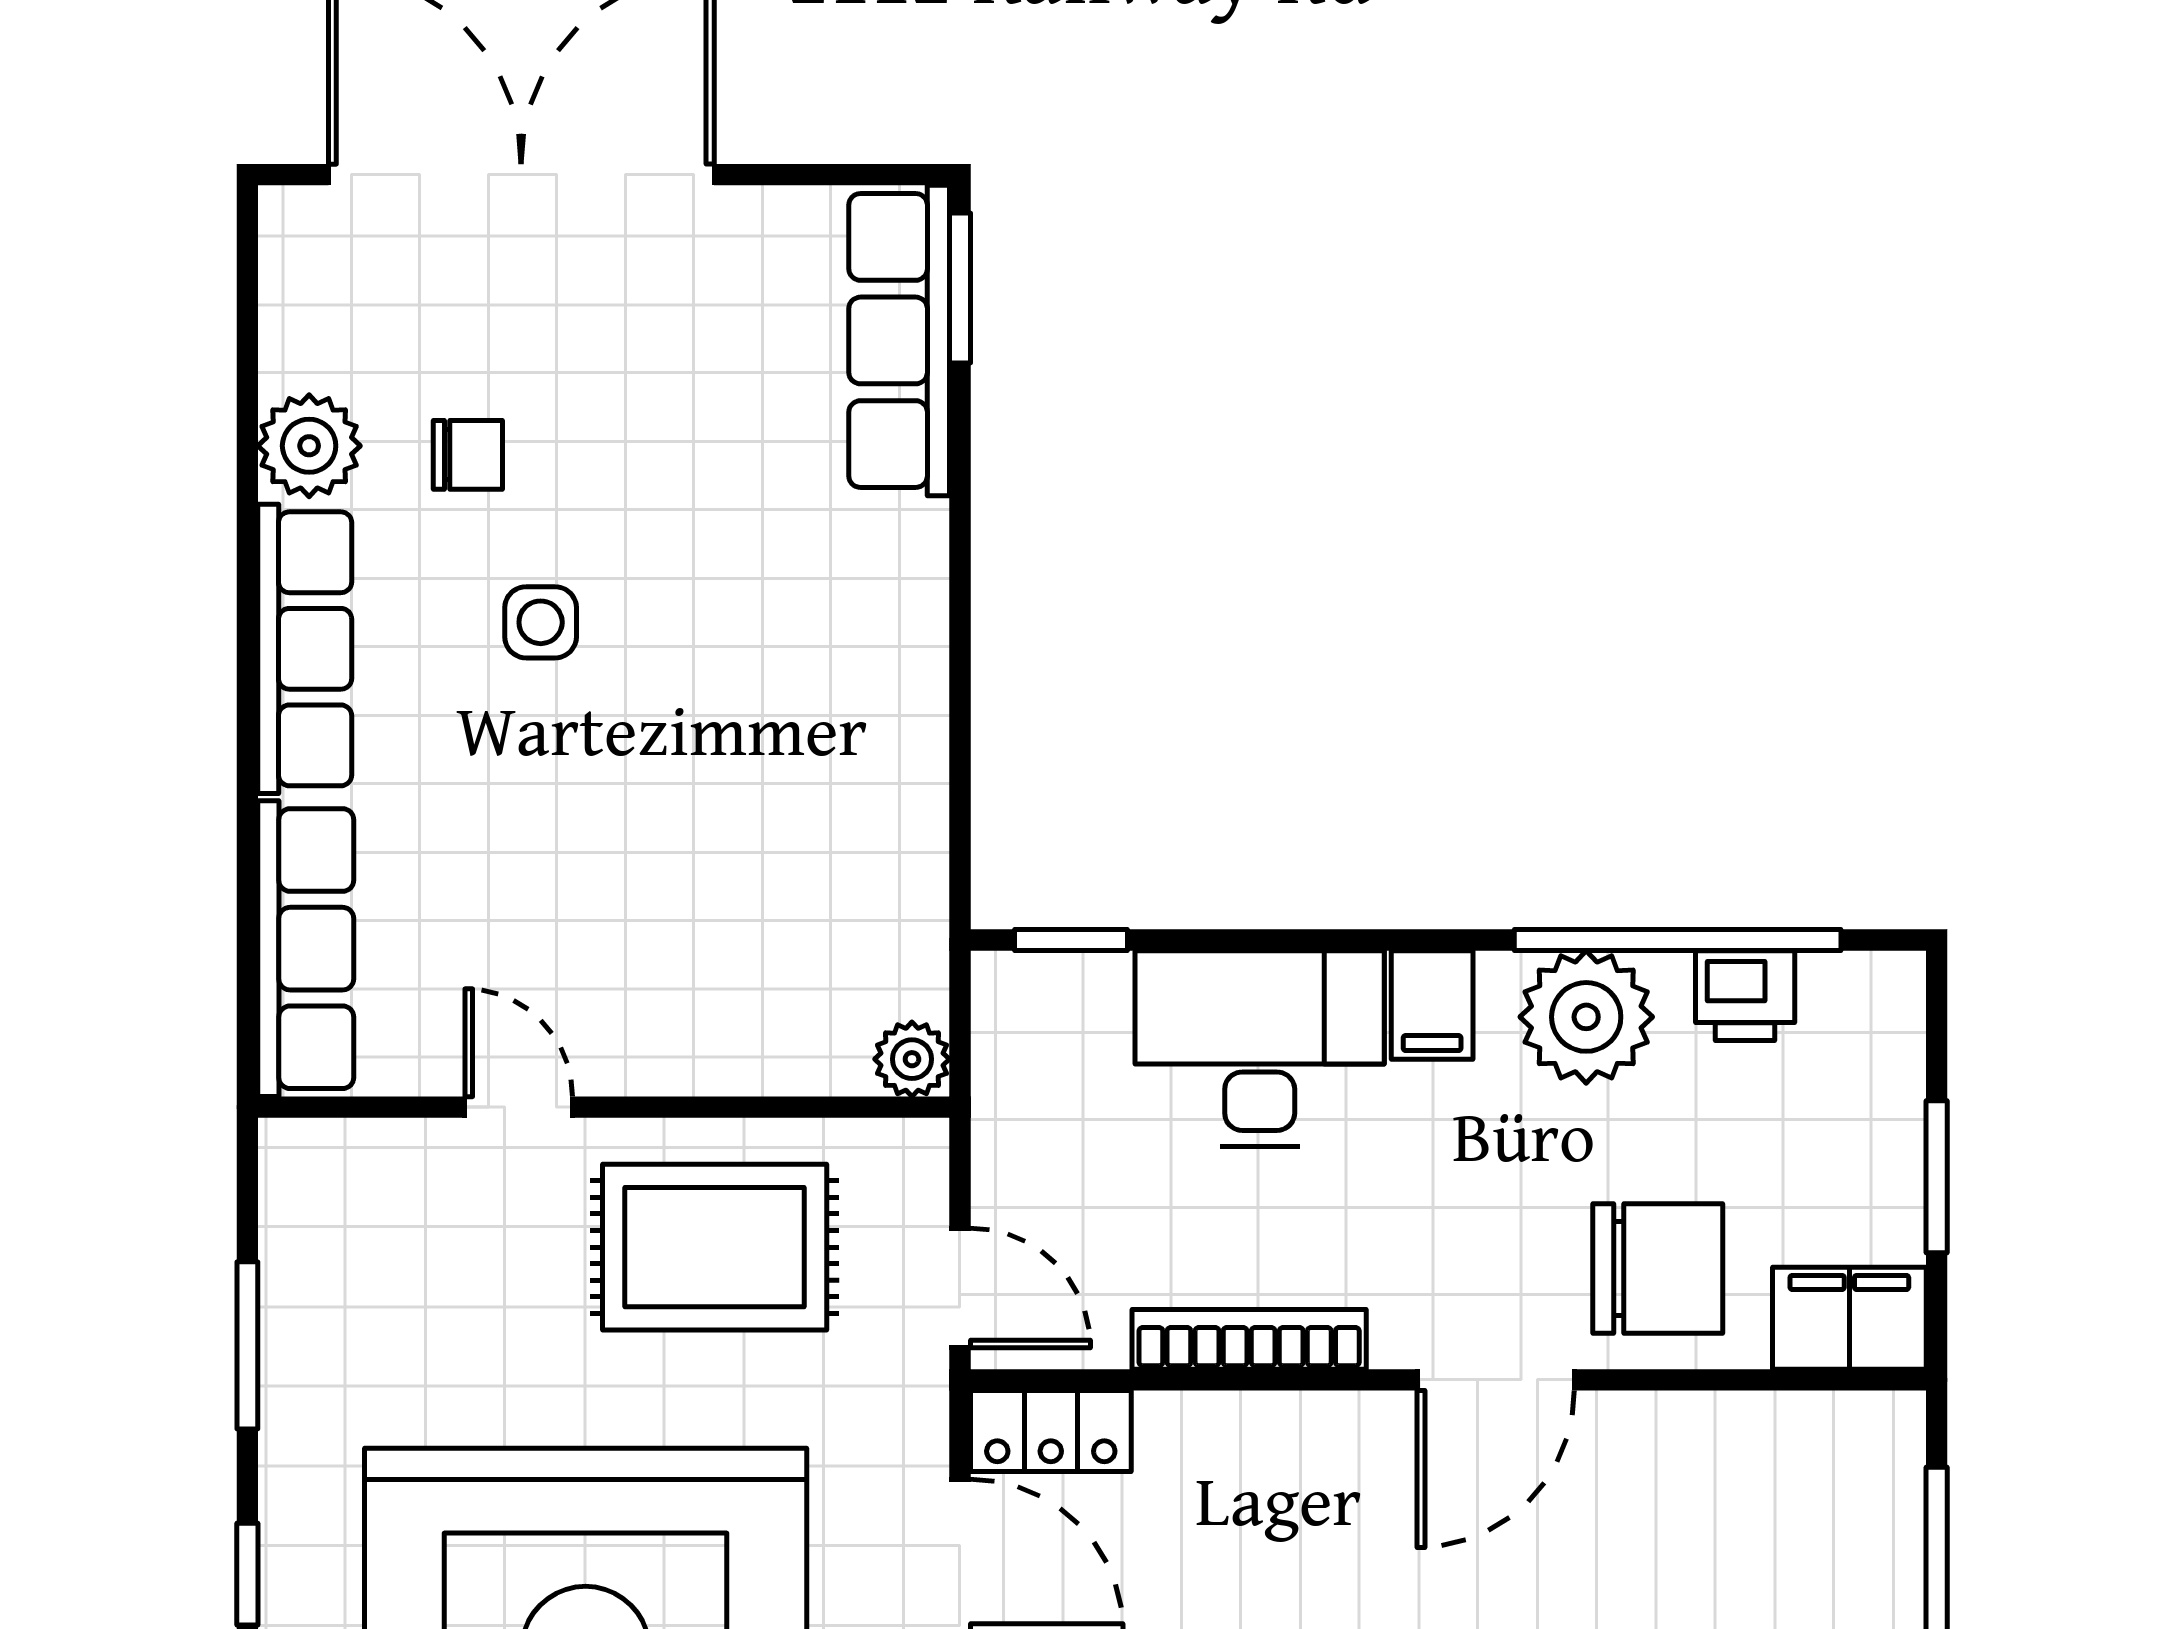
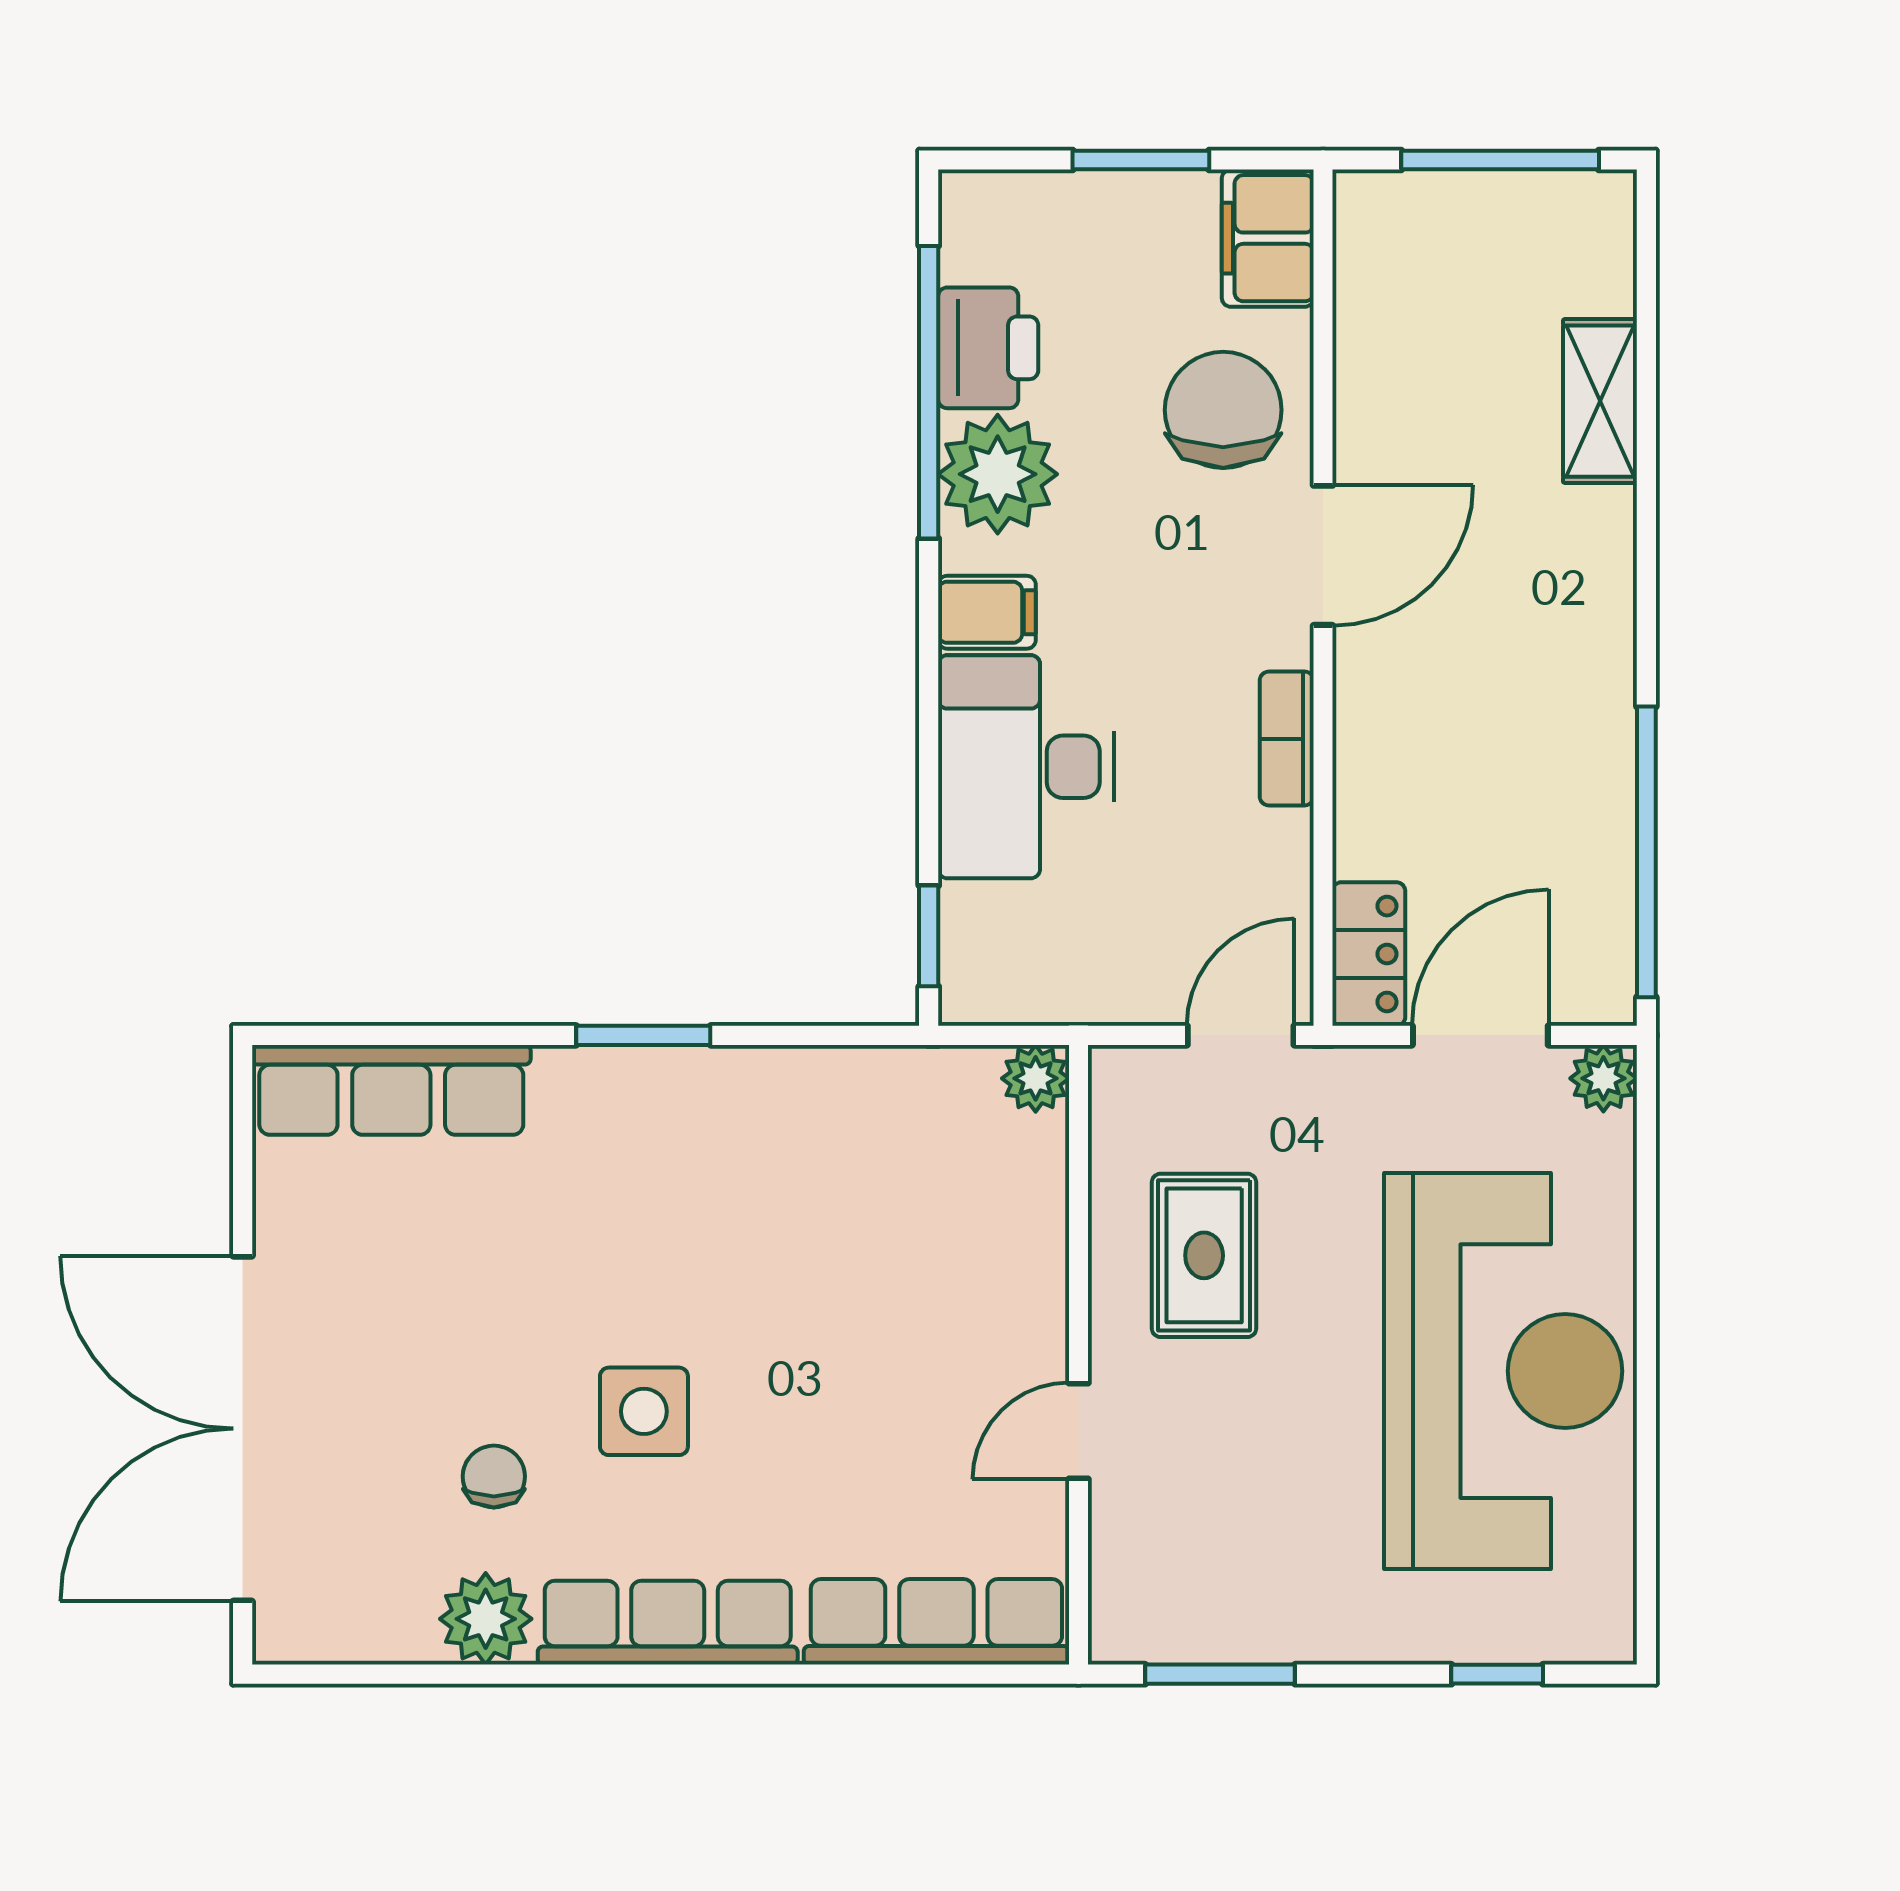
window: (960, 288) -> (643, 1035), moved
side table: (541, 622) -> (644, 1411), width x1.37, depth x1.37
printer: (1745, 996) -> (988, 348), width x1.36, depth x1.24
rug: (715, 1247) -> (1204, 1255), width x0.73, depth x0.70
bookcase: (1249, 1339) -> (1287, 739), width x0.64
window: (247, 1345) -> (1220, 1674), moved
door: (1496, 1380) -> (1323, 555), hinge flipped

